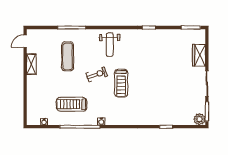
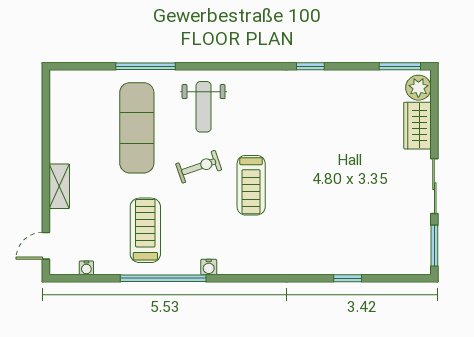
door: (25, 41) -> (46, 246), moved
weight bench: (110, 45) -> (204, 107), moved
exercise mat: (68, 56) -> (137, 128), width x1.36, depth x1.45
shelving: (31, 64) -> (59, 186), moved
treadmill: (72, 104) -> (145, 230), turned 90
plant: (199, 119) -> (418, 88), moved

